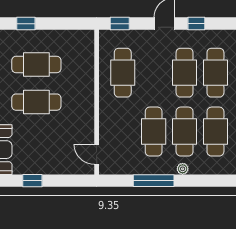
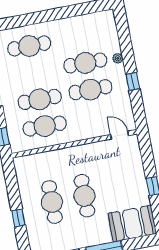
cafe table: (185, 73) -> (40, 99), moved
cafe table: (215, 132) -> (80, 36), removed
door: (97, 154) -> (120, 135), swing flipped
window: (154, 181) -> (133, 81), width x0.46

